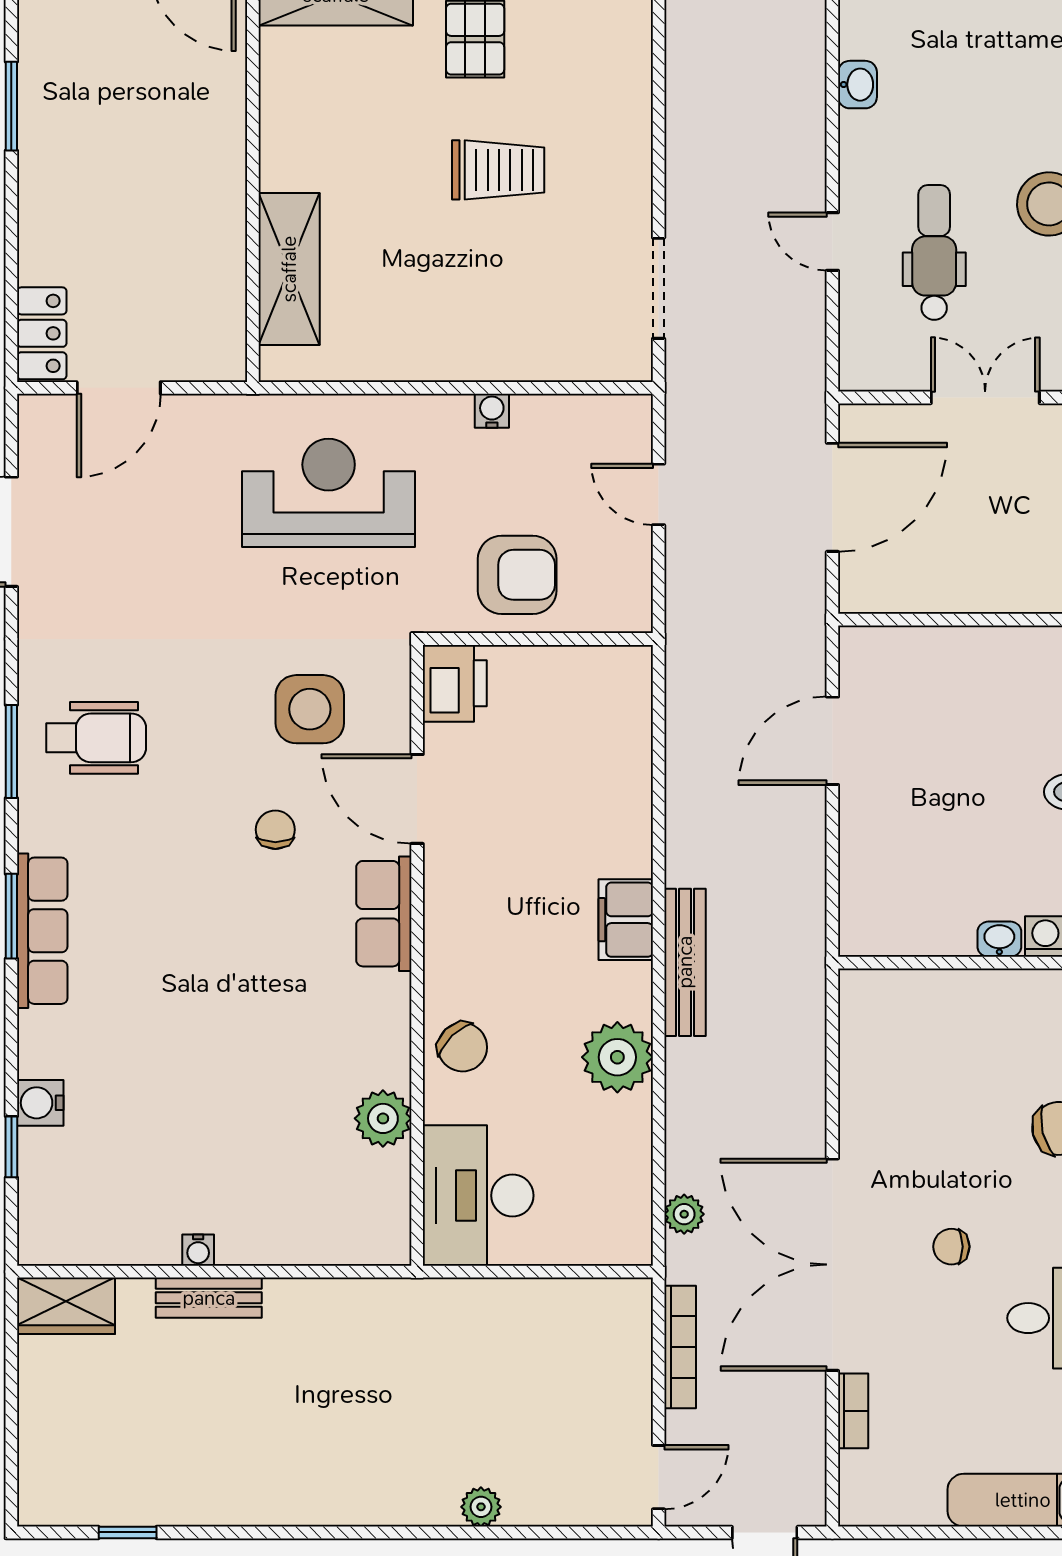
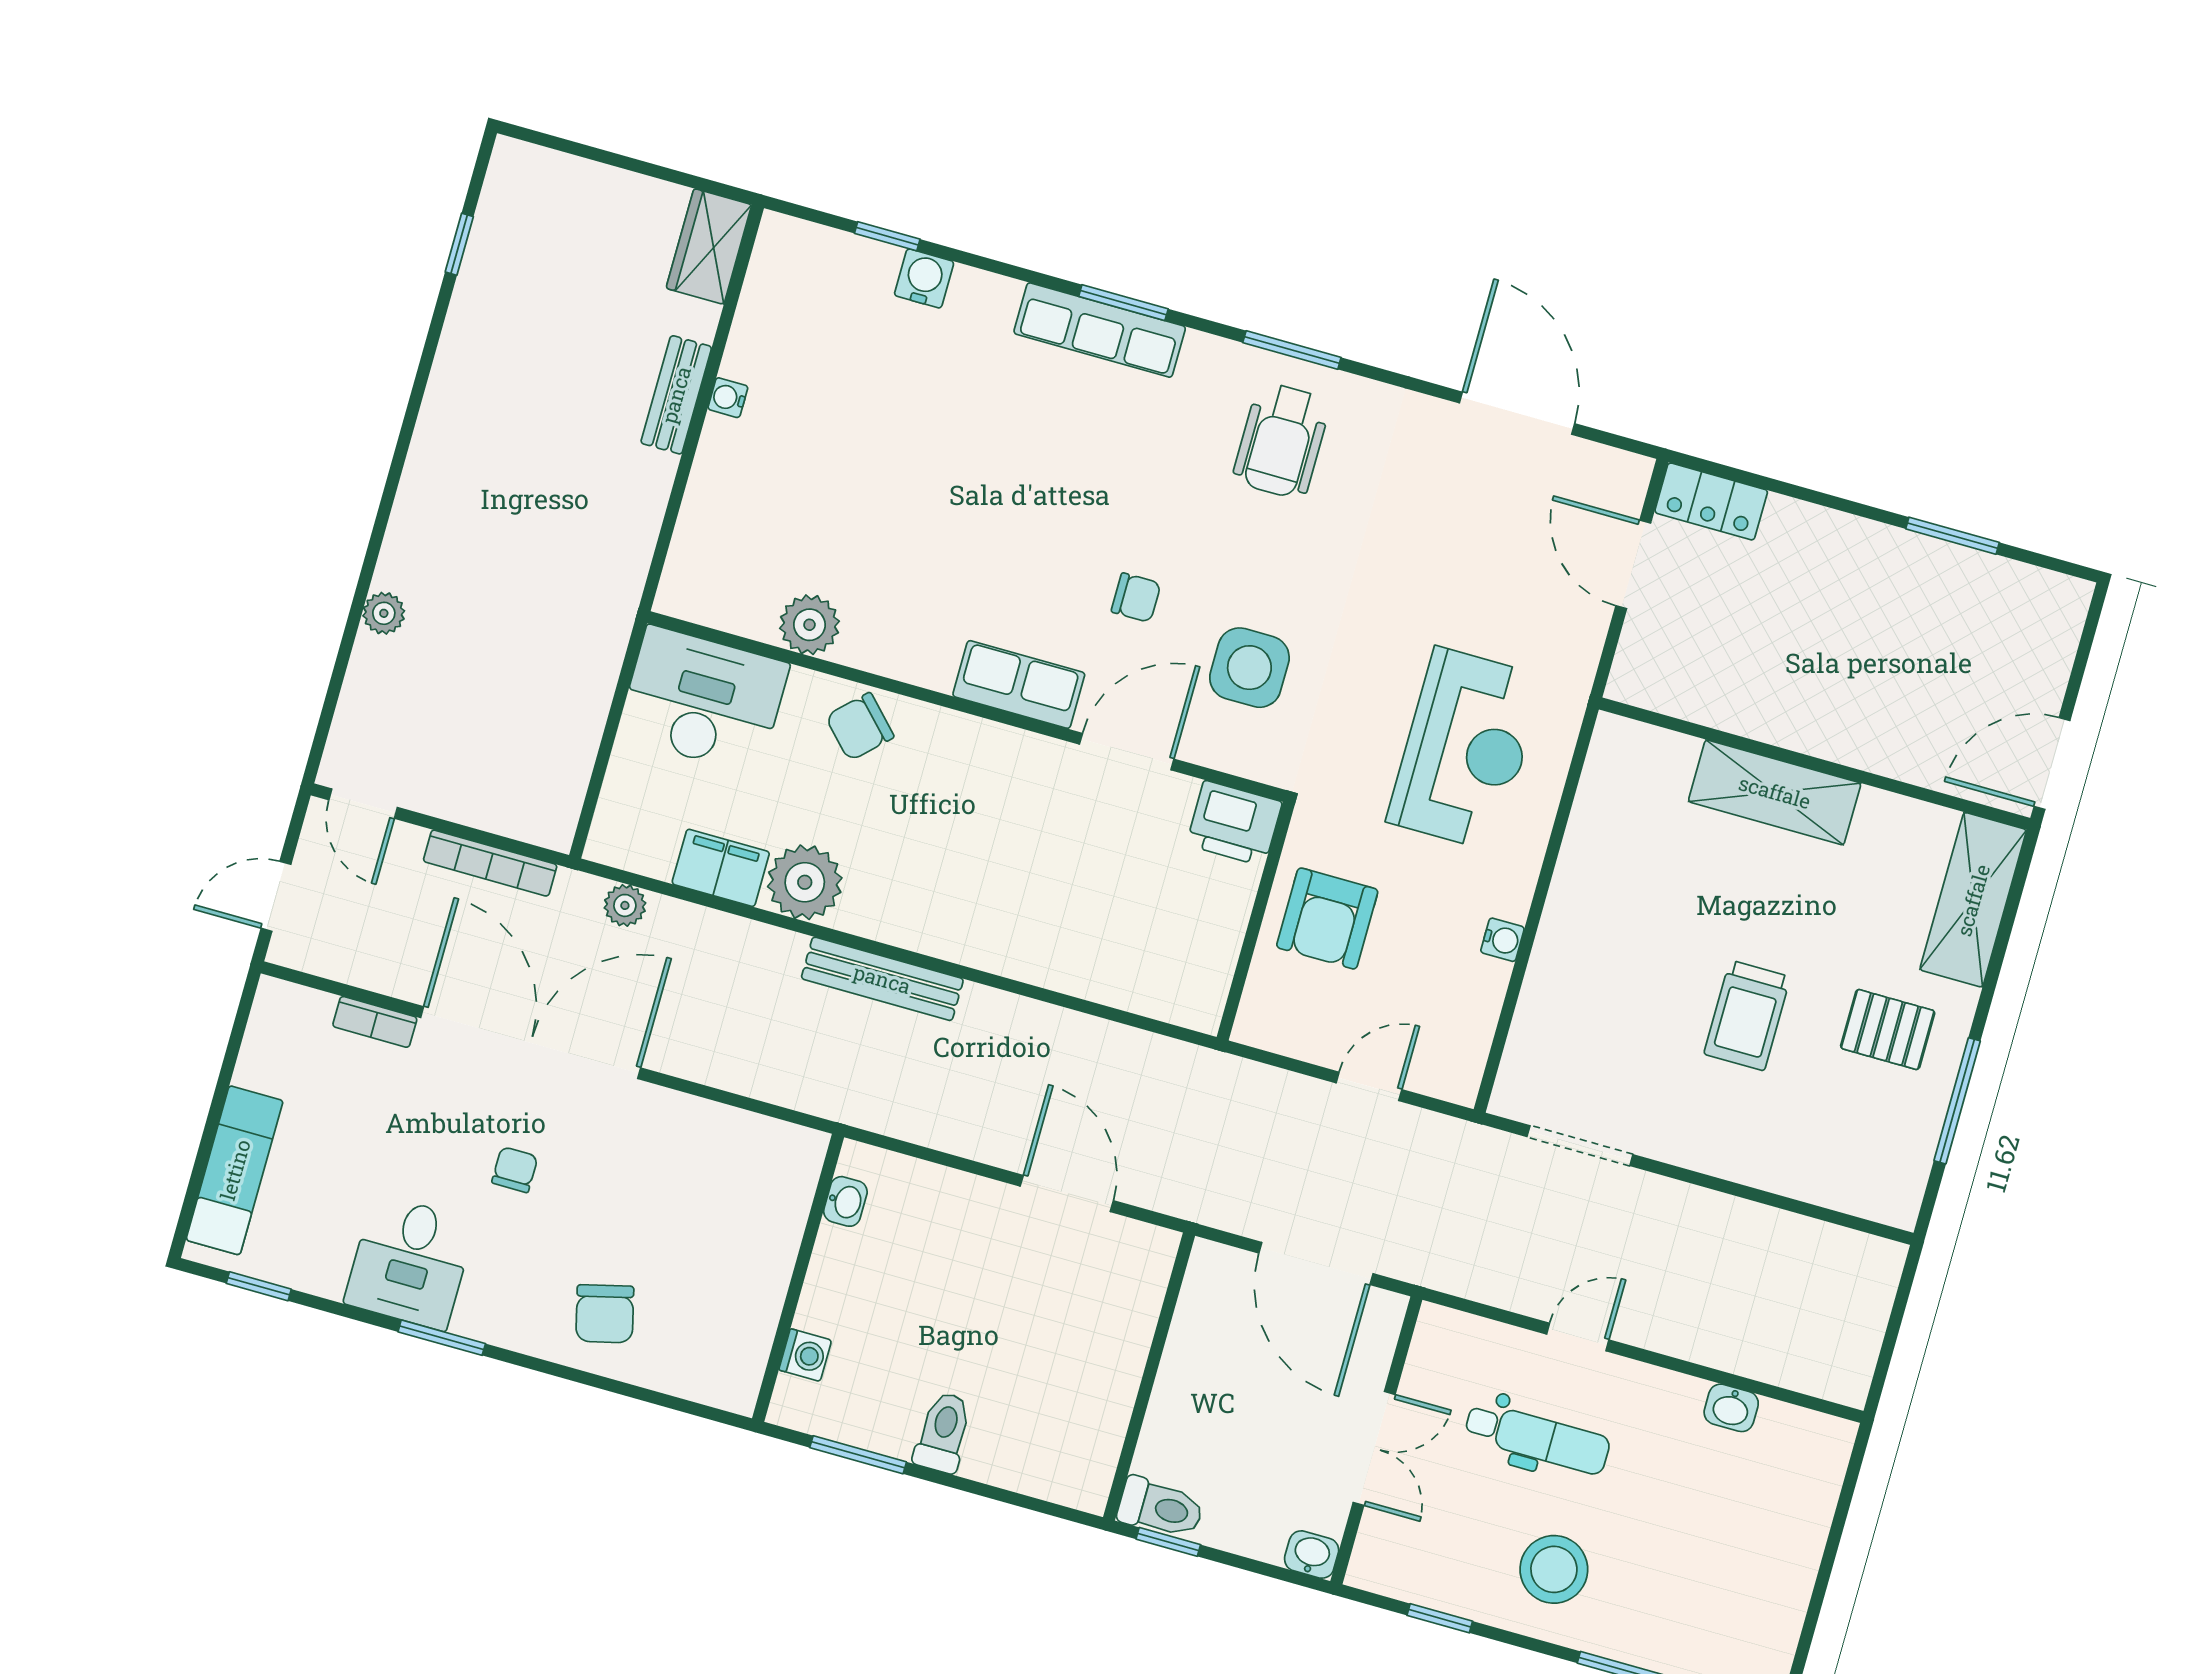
shelving: (289, 269) -> (1775, 792), moved
filing cabinet: (626, 920) -> (721, 868), moved
washbasin: (999, 939) -> (845, 1201), moved

